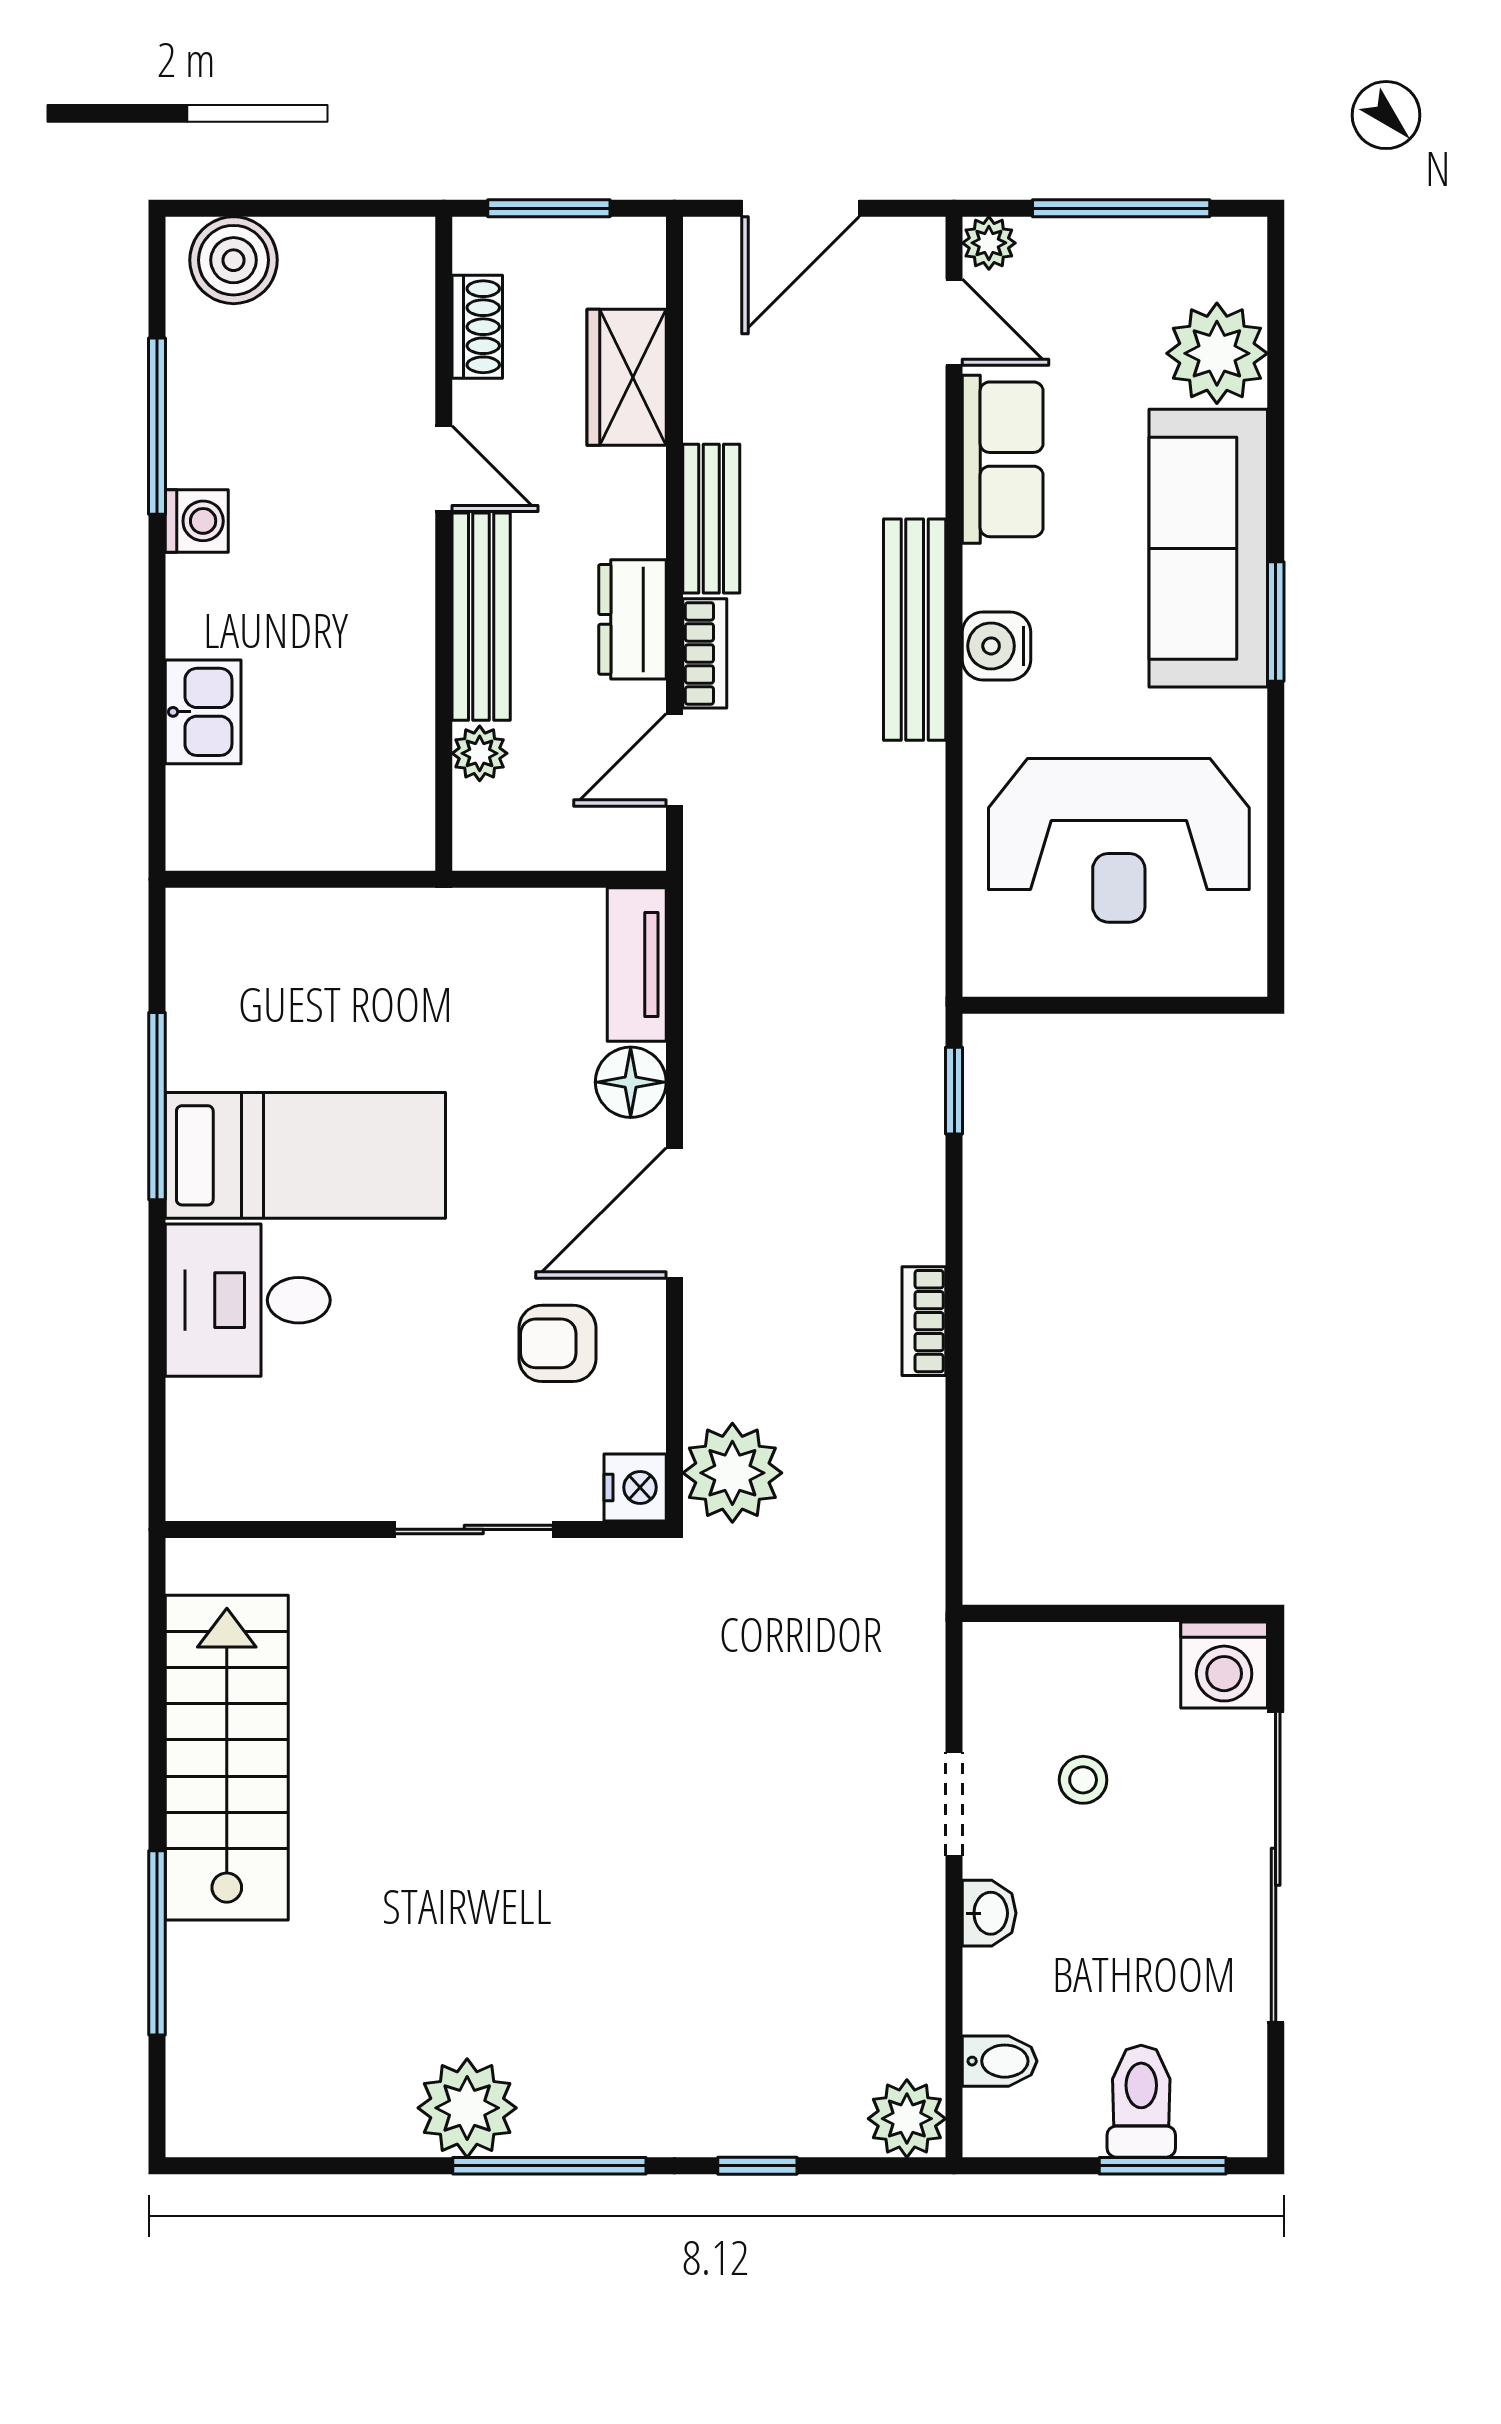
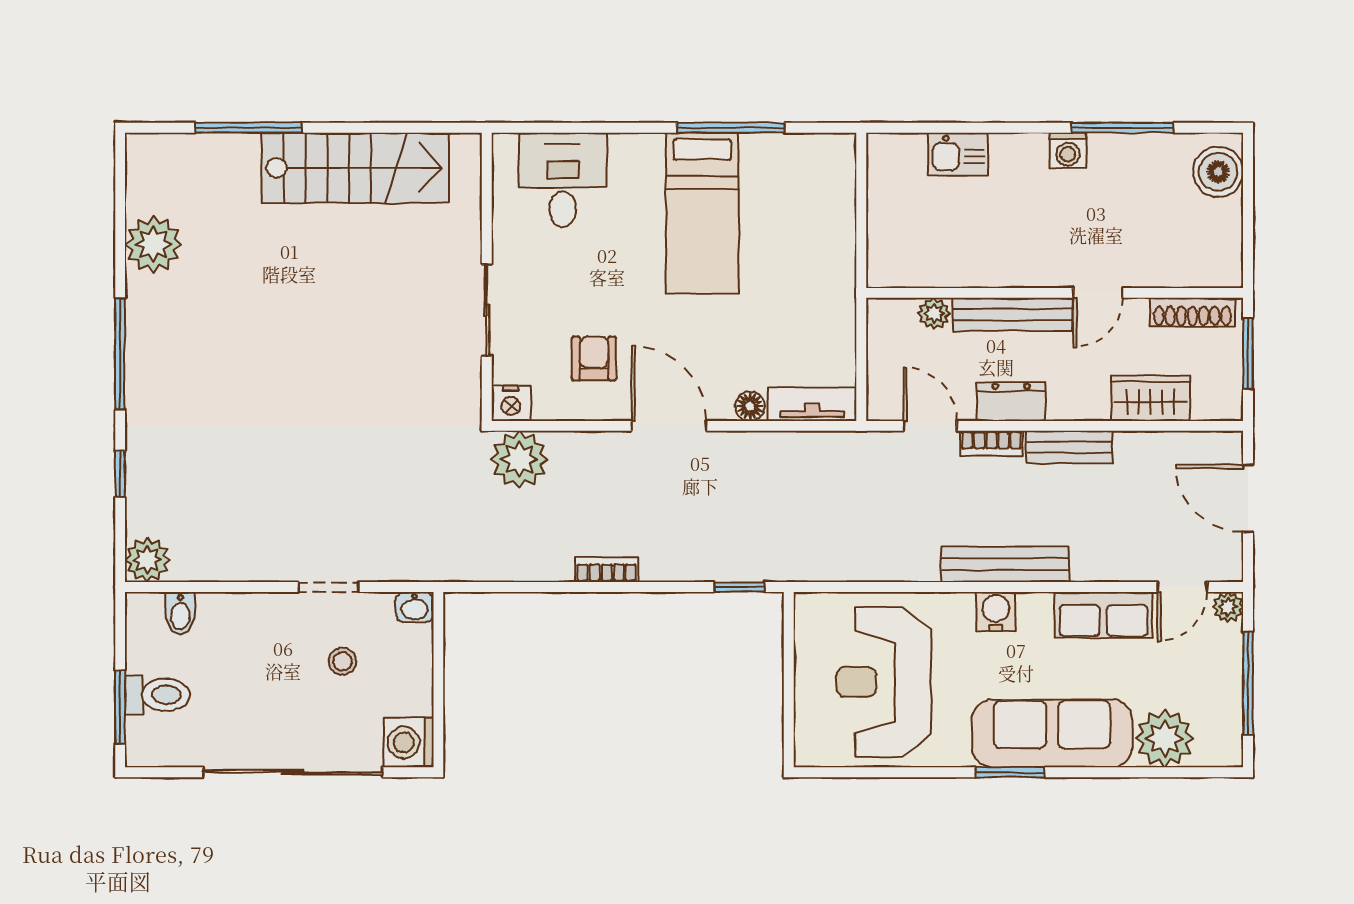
shoe rack: (477, 327) -> (1193, 312), width x1.43
floor lamp: (631, 1082) -> (750, 406), width x0.73, depth x0.73
desk: (248, 1300) -> (563, 180), moved
washbasin: (989, 1913) -> (415, 607), moved
plant: (467, 2108) -> (153, 244), moved

